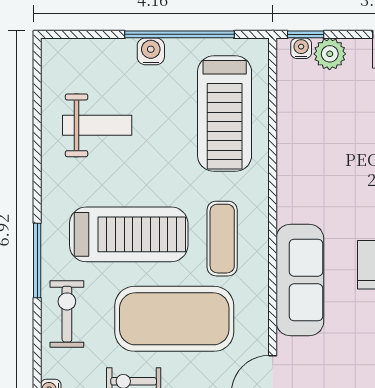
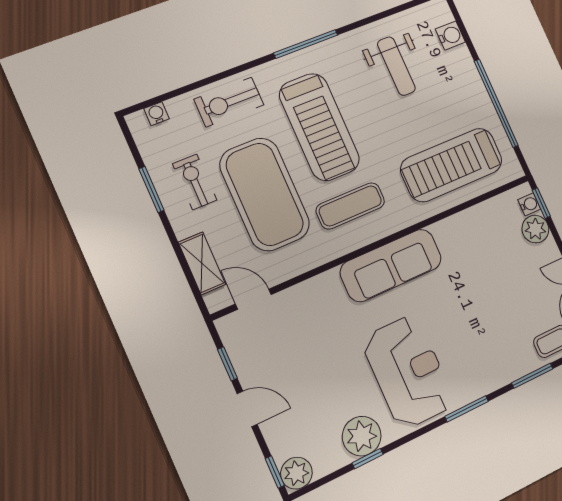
water cooler: (151, 51) -> (450, 36), moved
window: (37, 260) -> (306, 44), moved
sofa: (300, 280) -> (391, 265), moved
exercise bike: (67, 314) -> (229, 102), turned 180

